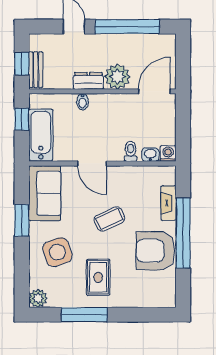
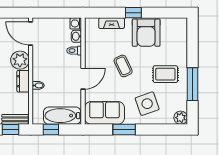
window: (183, 233) -> (133, 13), width x0.32

